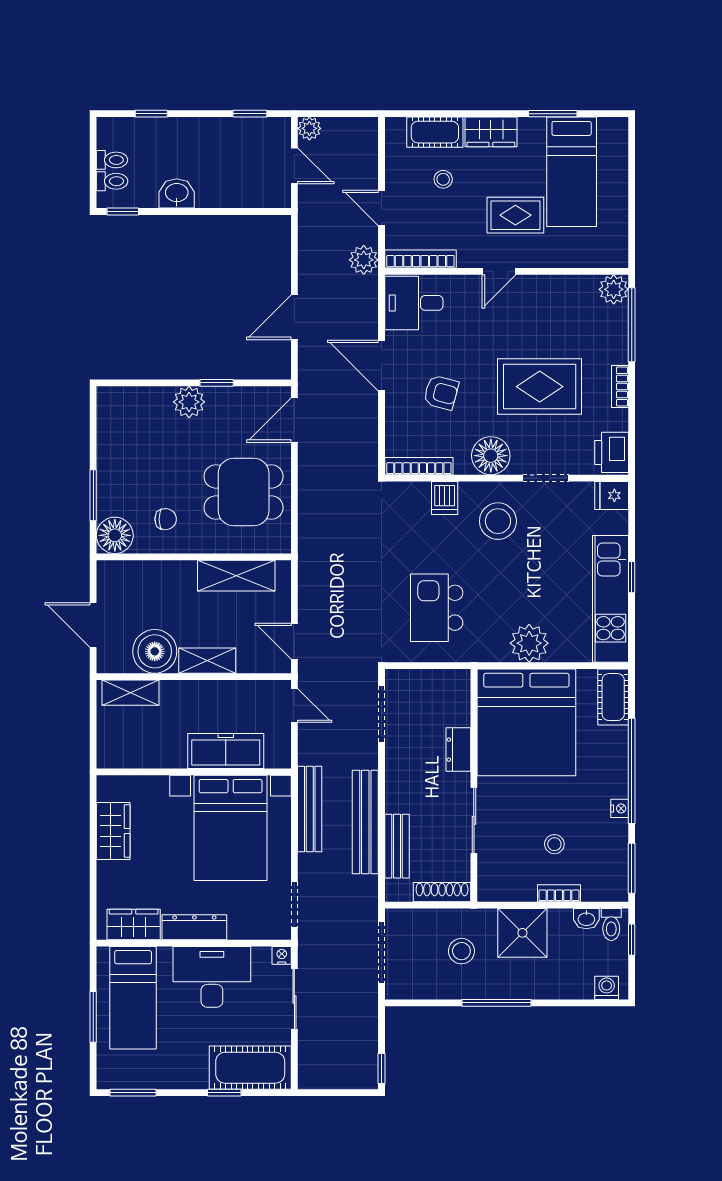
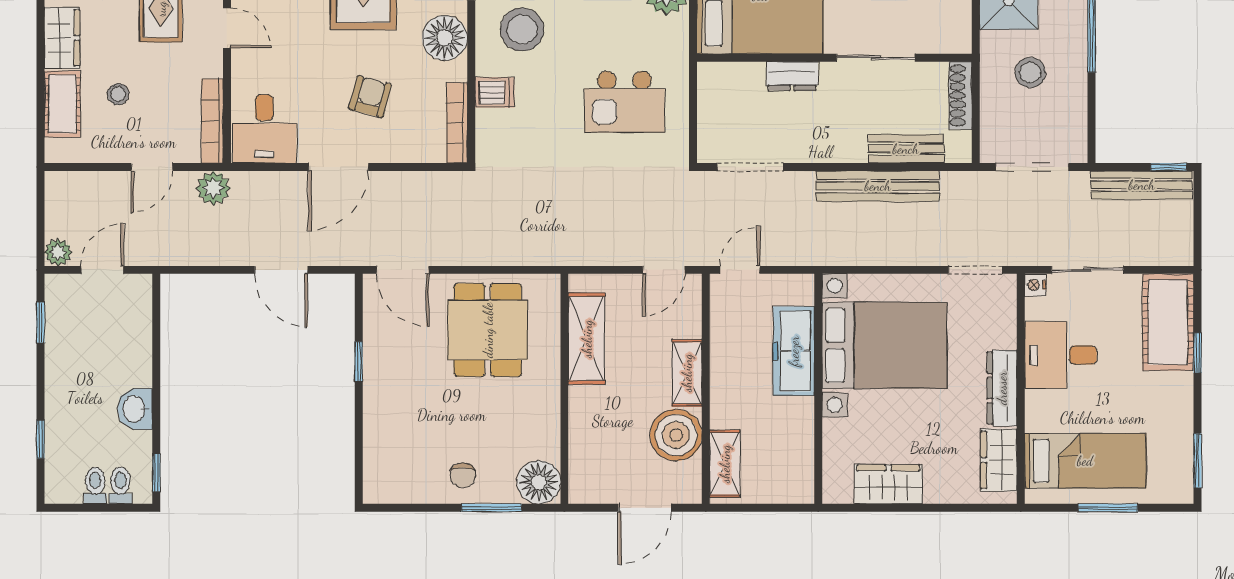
plant: (189, 402) -> (381, 395), removed
chair: (166, 519) -> (463, 475), moved, turned 180
bench: (310, 809) -> (1142, 185), moved
desk: (212, 977) -> (1061, 355), width x0.73

